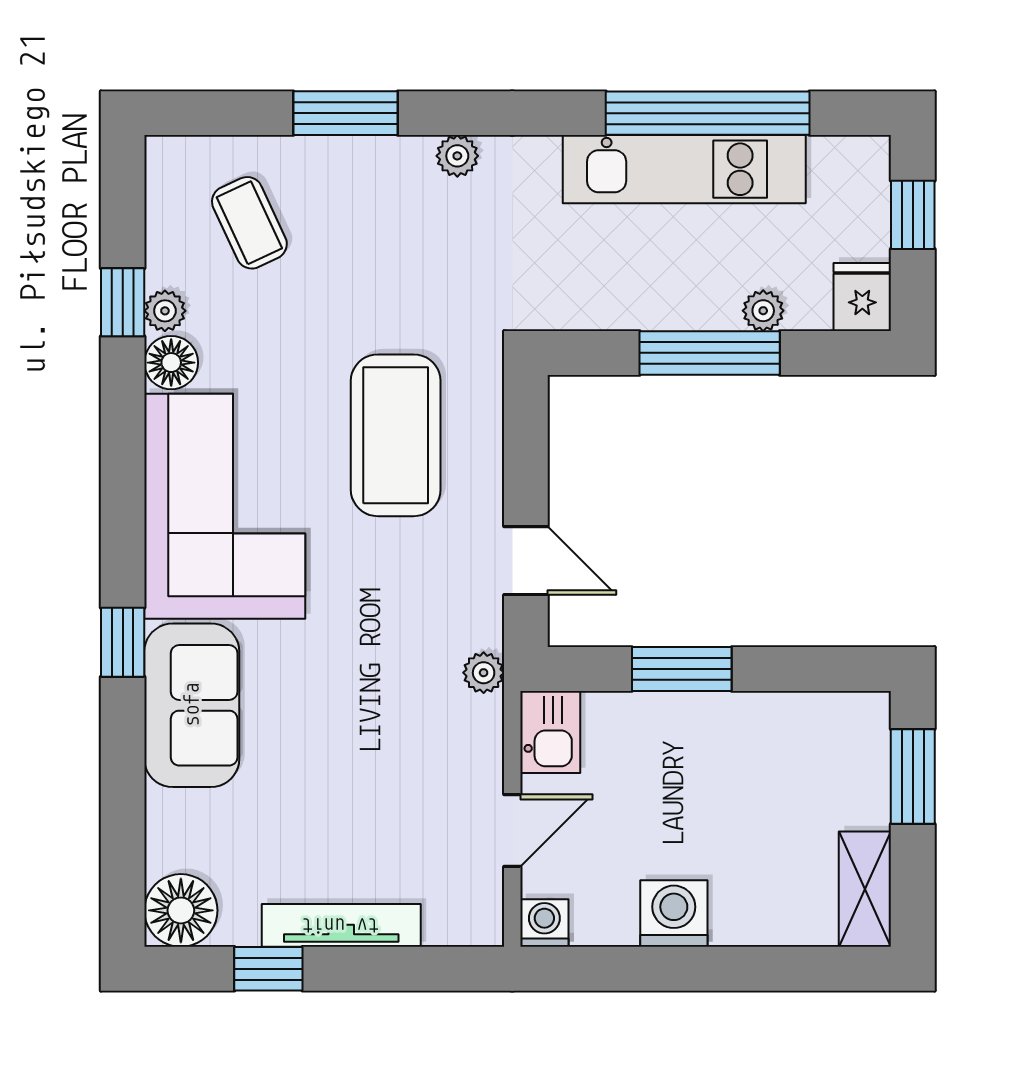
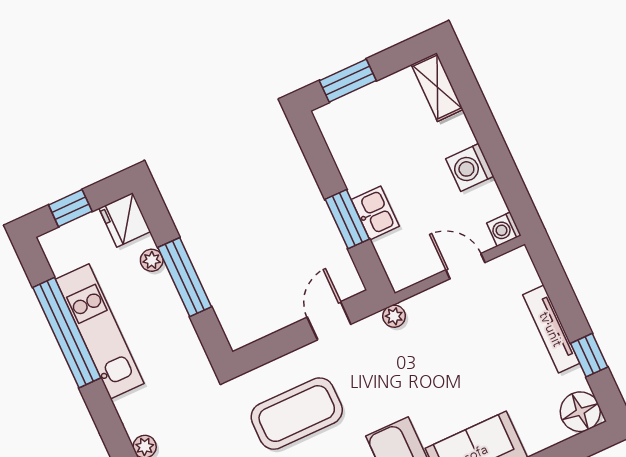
fridge: (862, 297) -> (125, 220), width x1.38
kitchen sink: (550, 732) -> (375, 213), moved, turned 90
shelving: (865, 889) -> (437, 87), moved, turned 90

